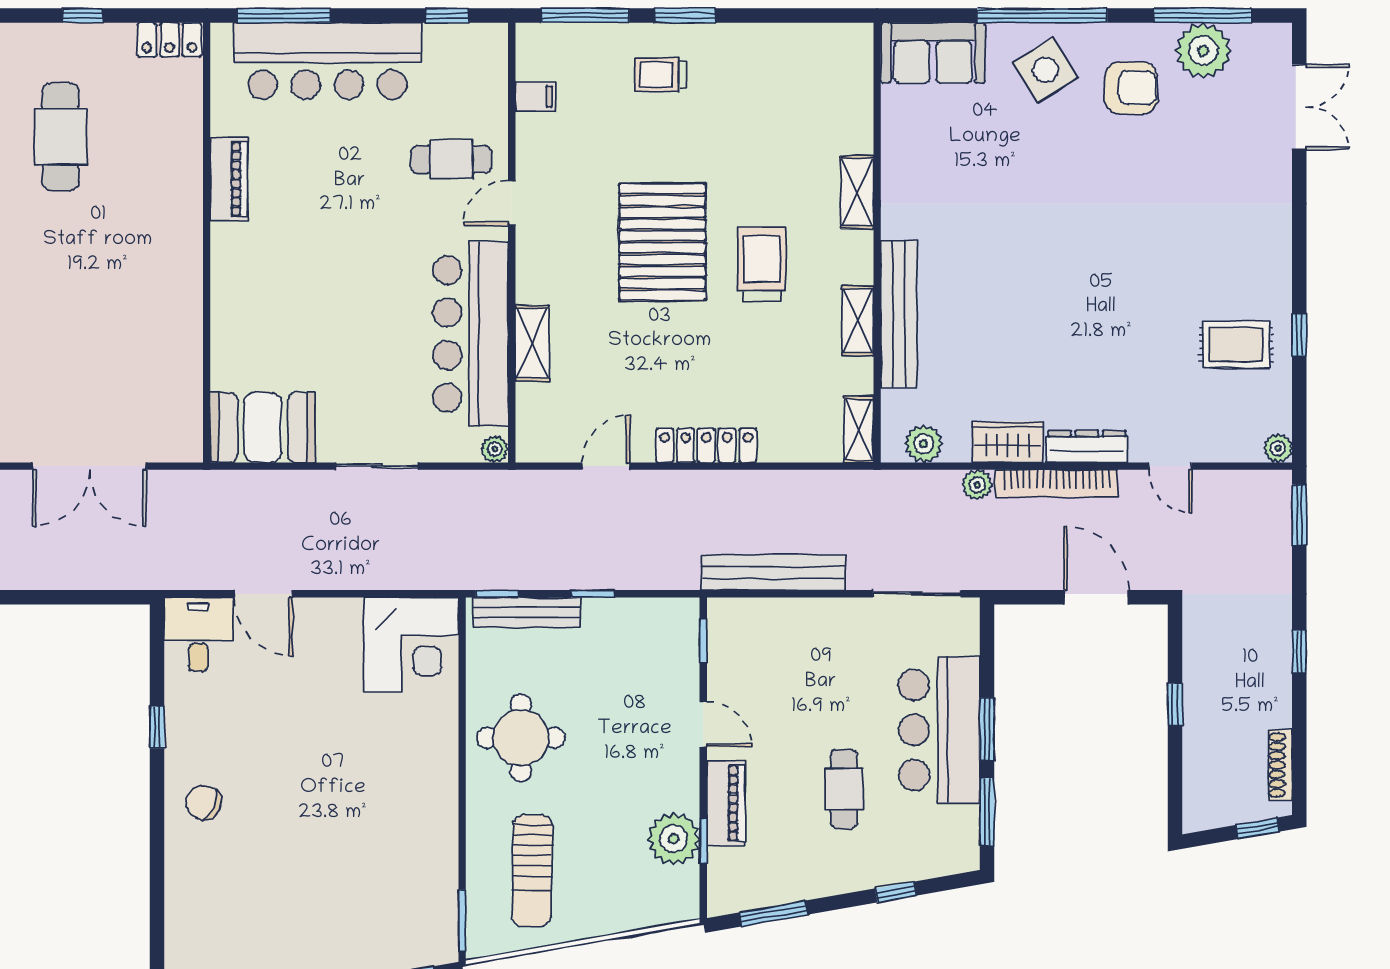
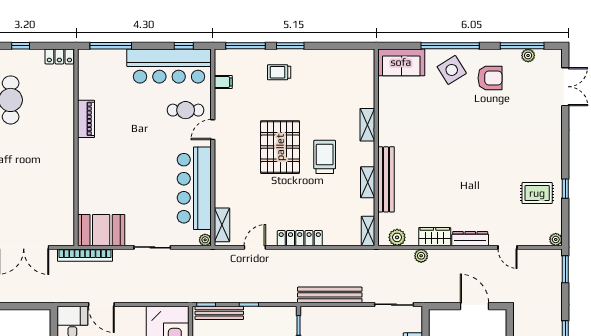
plant: (1203, 51) -> (528, 56), width x0.53, depth x0.53
bar counter: (327, 61) -> (169, 66), moved
shelving: (532, 343) -> (222, 225), moved
bookcase: (1057, 484) -> (85, 255), moved

